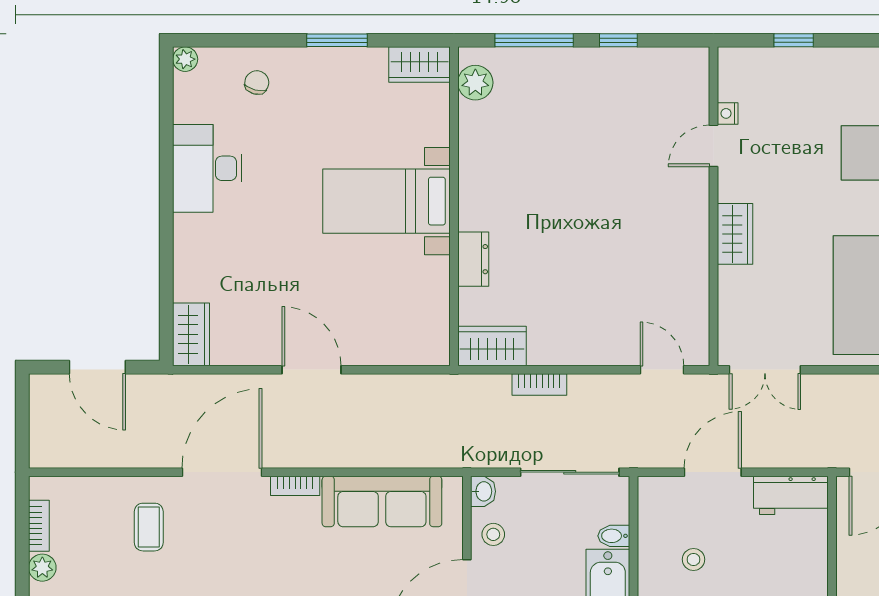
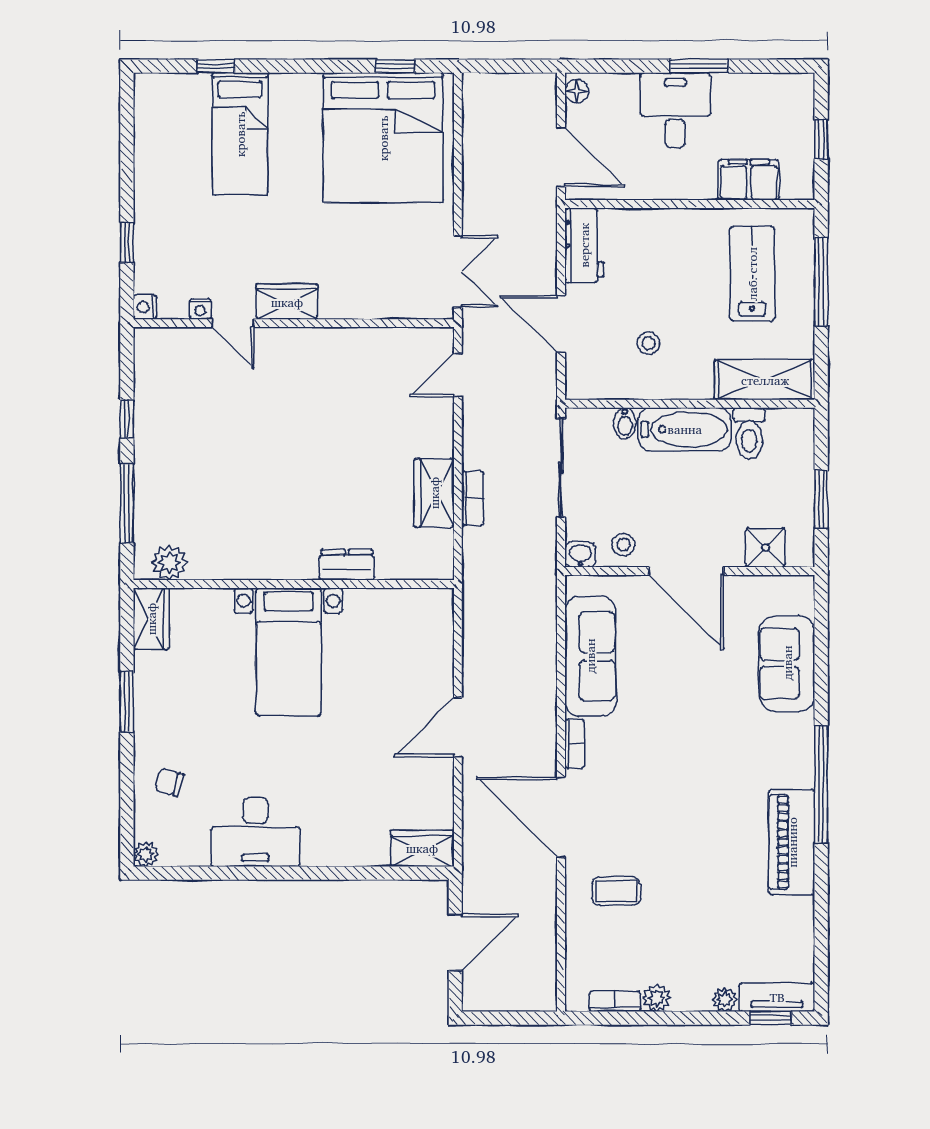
nightstand: (730, 58) -> (145, 307), added
wardrobe: (735, 234) -> (287, 302), moved
wardrobe: (492, 346) -> (434, 493), moved

